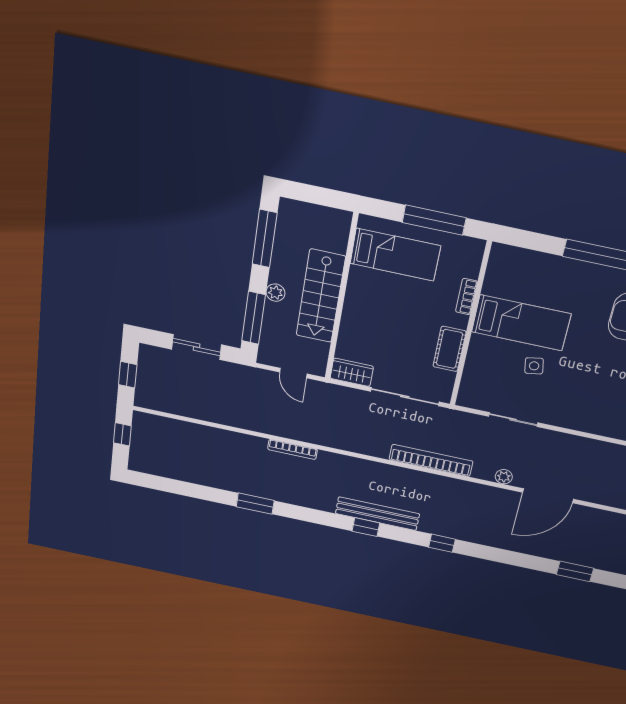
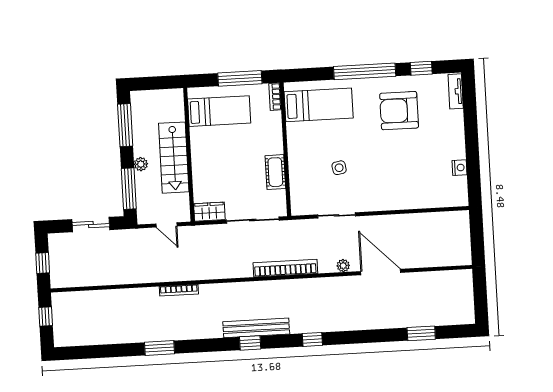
bookcase: (466, 297) -> (275, 97), moved
bed: (521, 323) -> (319, 105), moved
door: (548, 496) -> (381, 272), swing flipped

